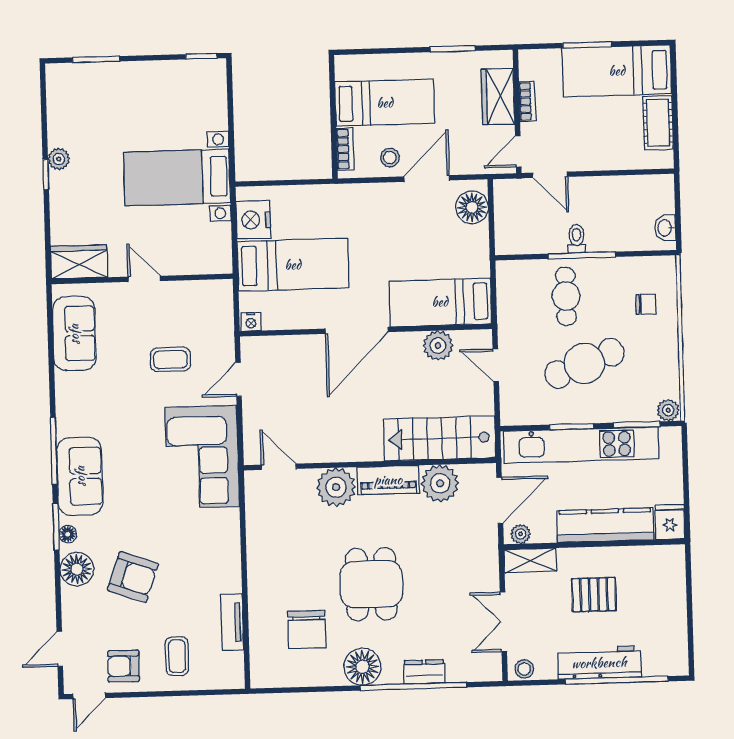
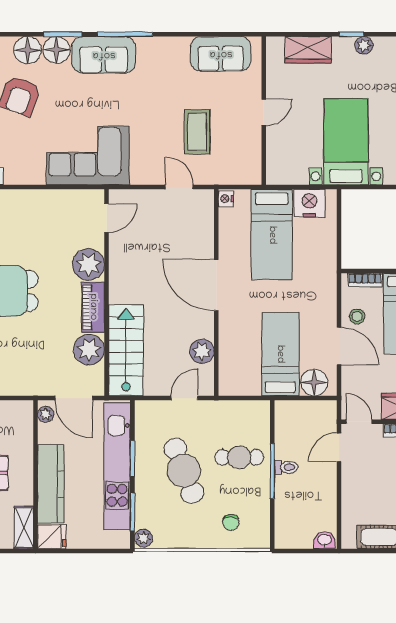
washbasin: (665, 228) -> (325, 540), moved
wardrobe: (79, 262) -> (308, 50), moved, turned 90
bed: (440, 302) -> (280, 354), moved
coffee table: (170, 360) -> (197, 132), width x1.36, depth x1.30
corner sofa: (202, 457) -> (88, 155), moved
floor lamp: (68, 534) -> (57, 50), width x1.89, depth x1.89
shelving: (530, 560) -> (24, 527), moved

